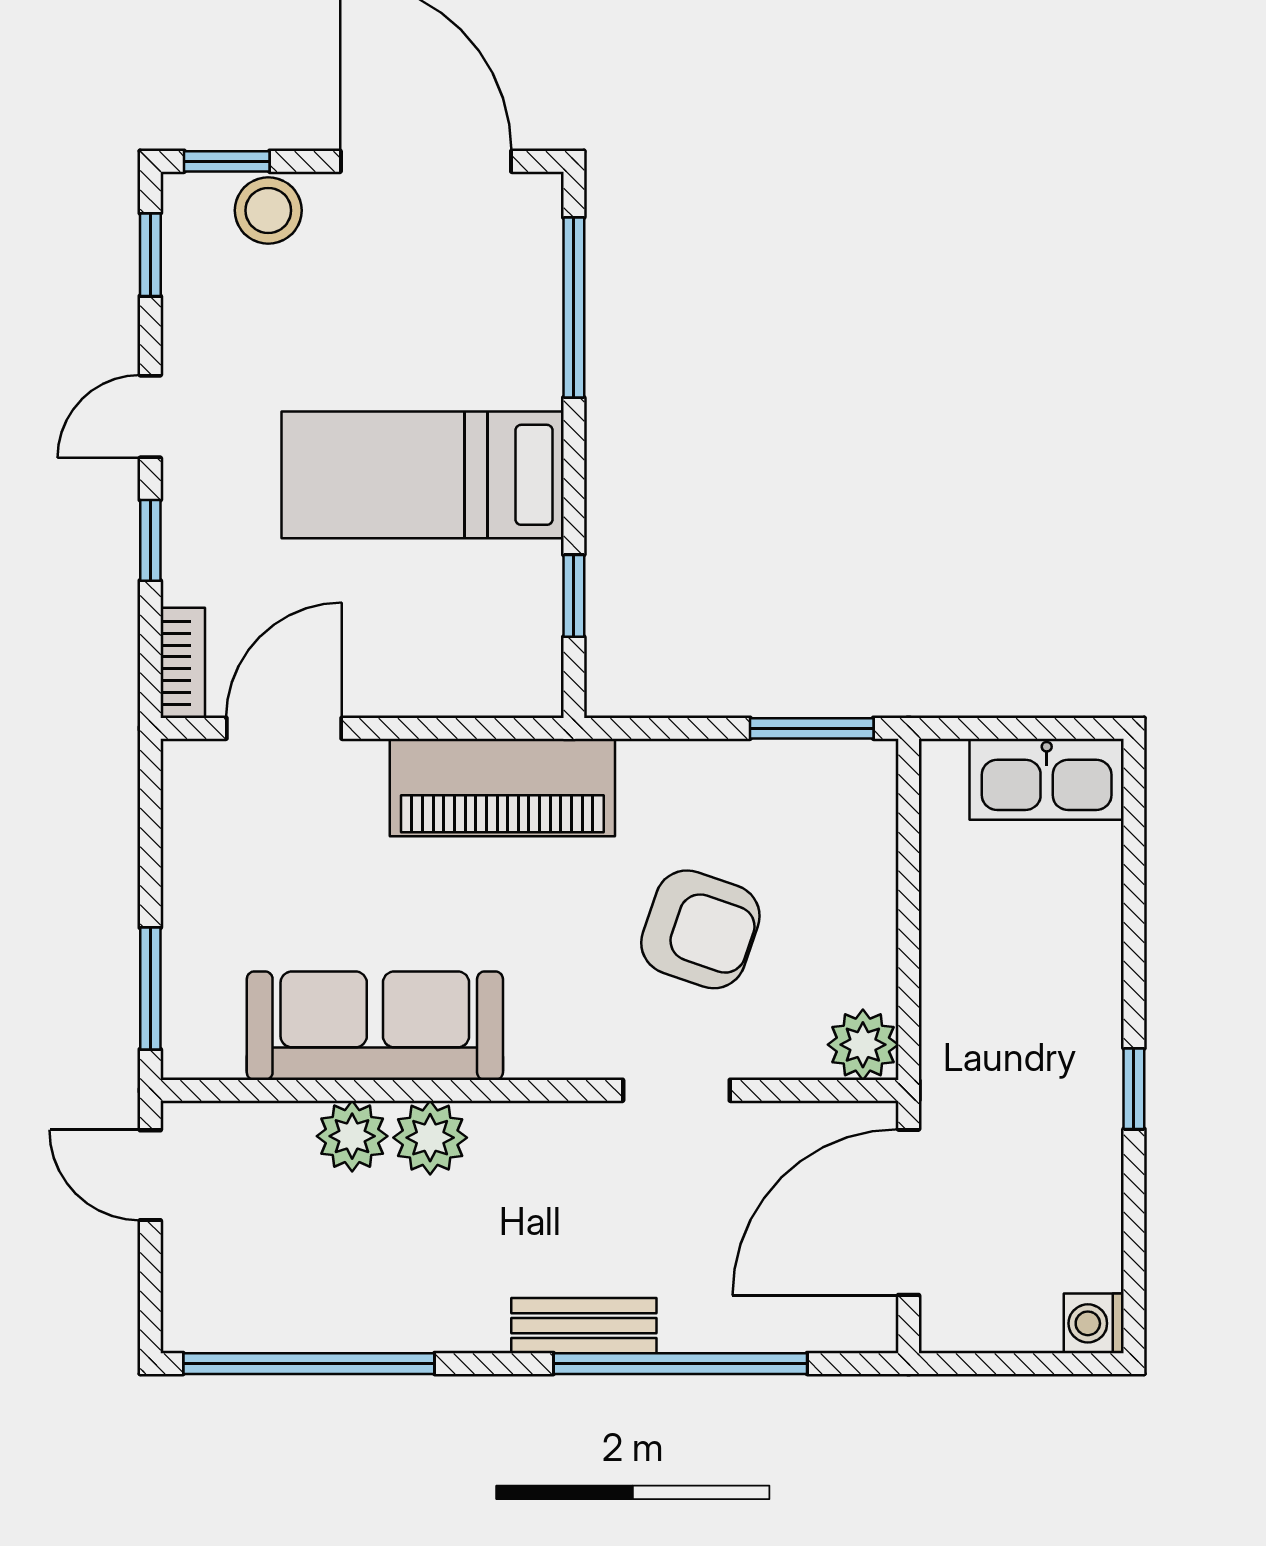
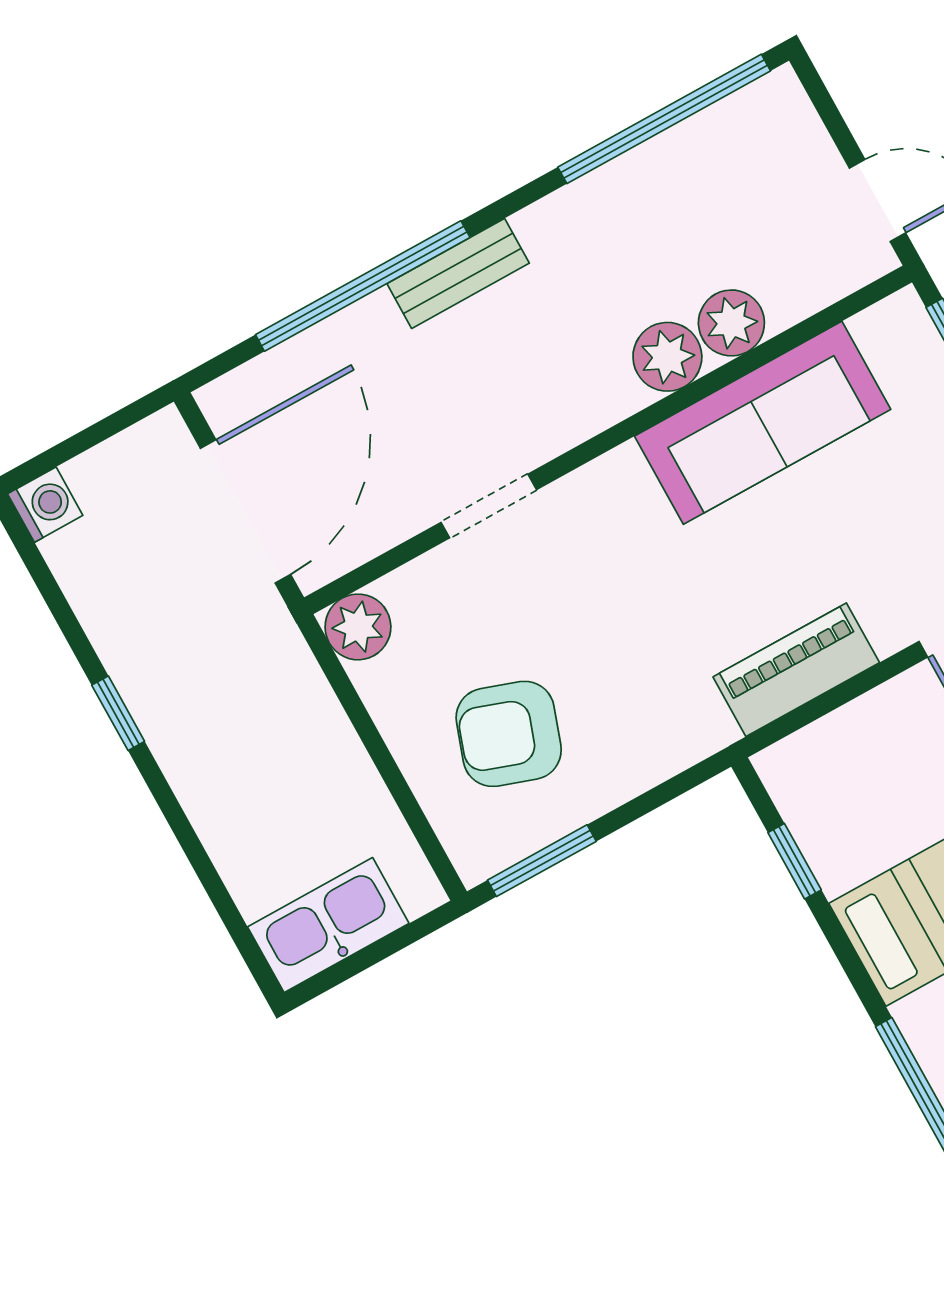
piano: (502, 787) -> (796, 670), width x0.73, depth x0.75
armchair: (700, 929) -> (509, 734), moved

